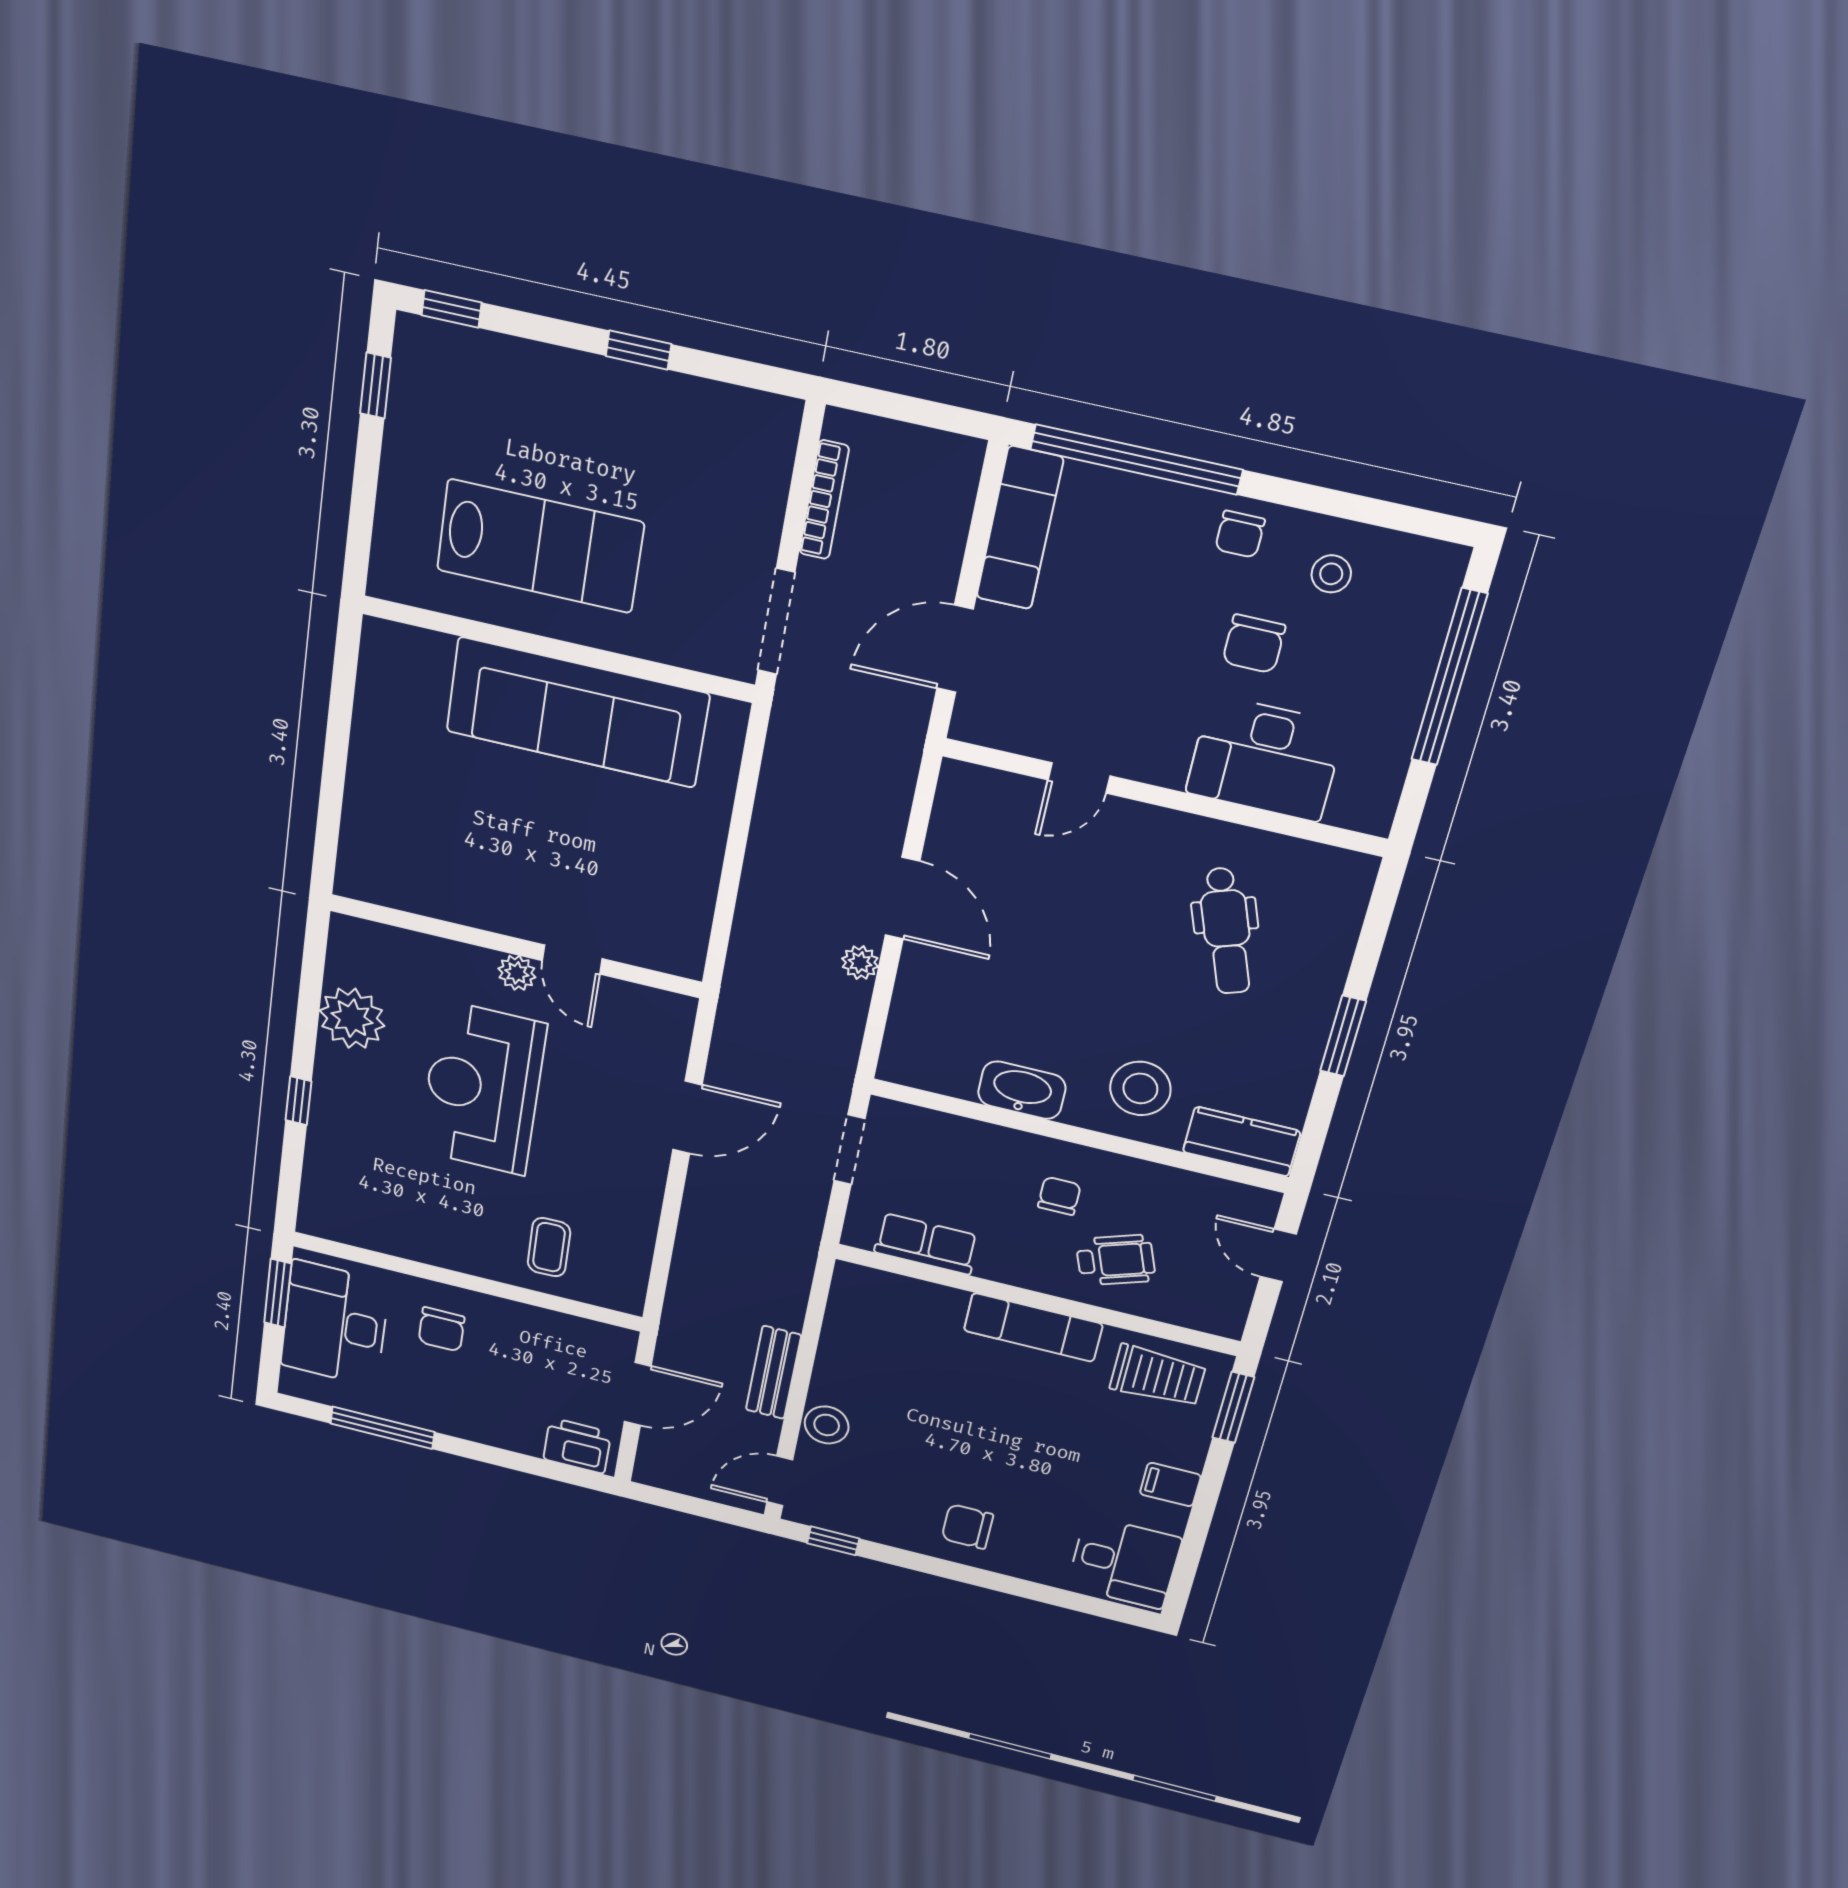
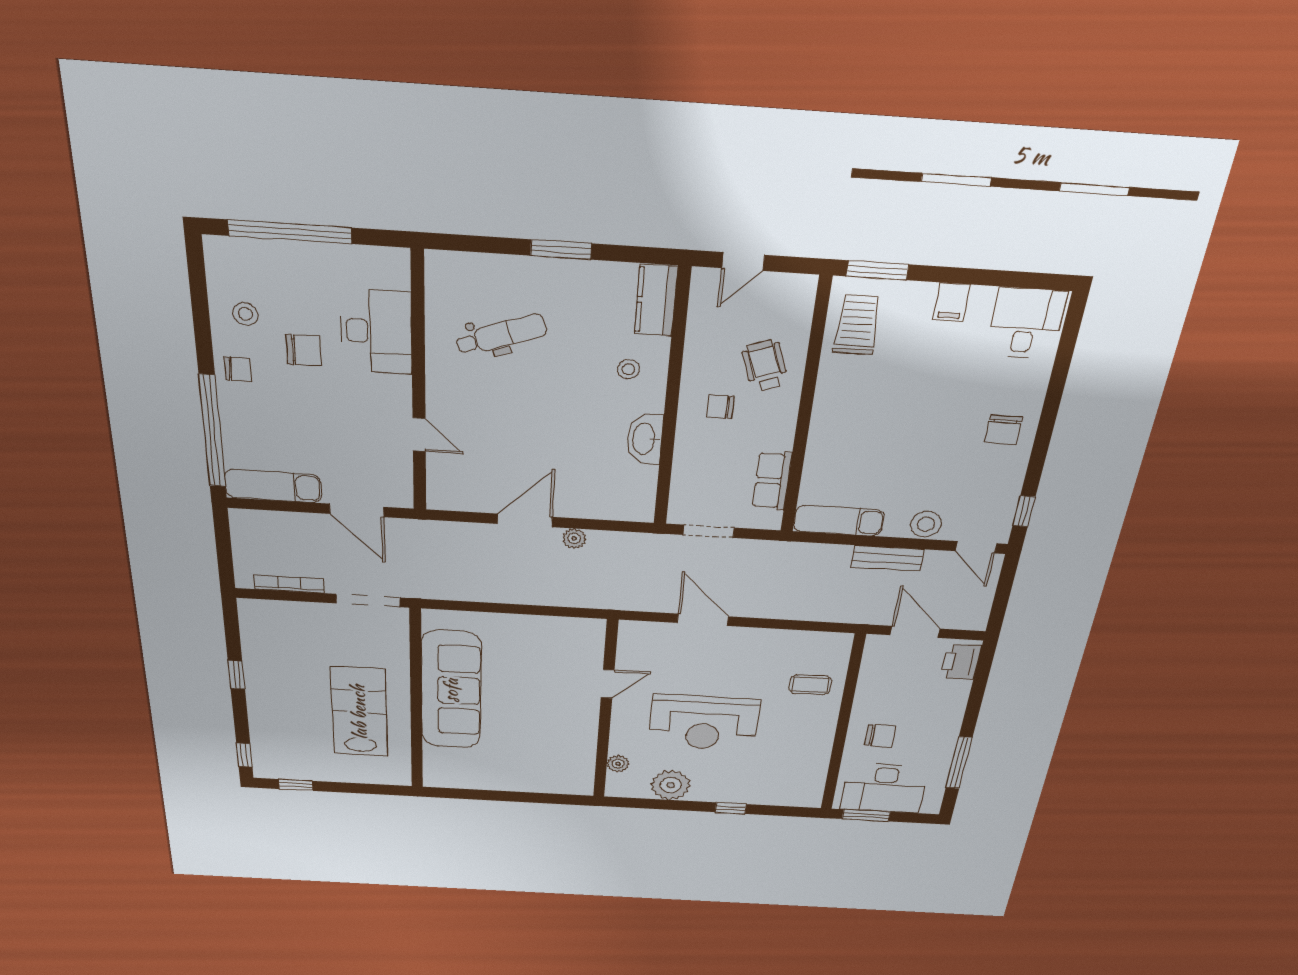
plant: (517, 973) -> (618, 764), moved
stool: (1140, 1088) -> (628, 369), width x0.53, depth x0.53
exam couch: (1033, 1327) -> (839, 521), moved, turned -90

